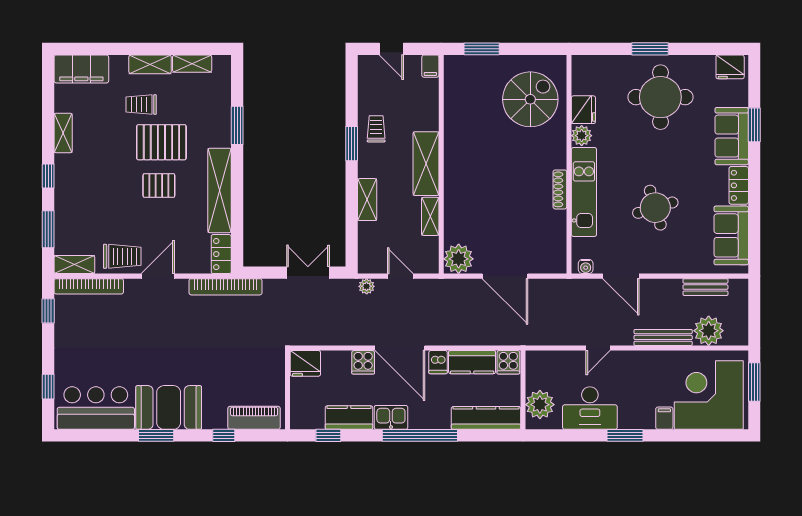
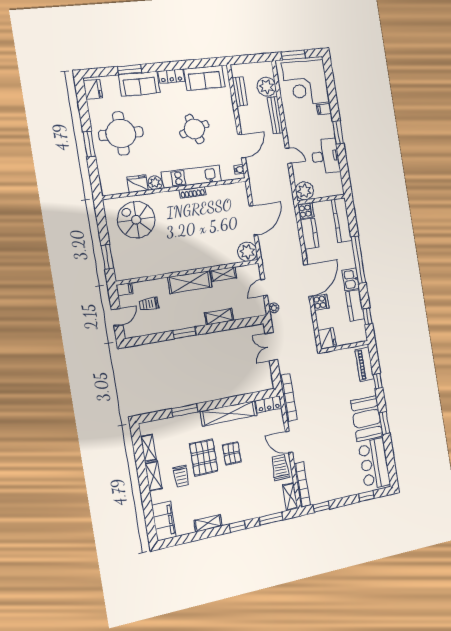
trolley: (376, 129) -> (149, 304), moved
dishwasher: (438, 362) -> (313, 255), removed
plant: (540, 405) -> (304, 191), moved

